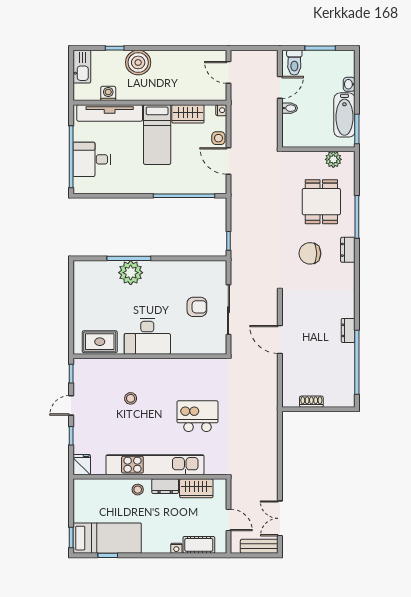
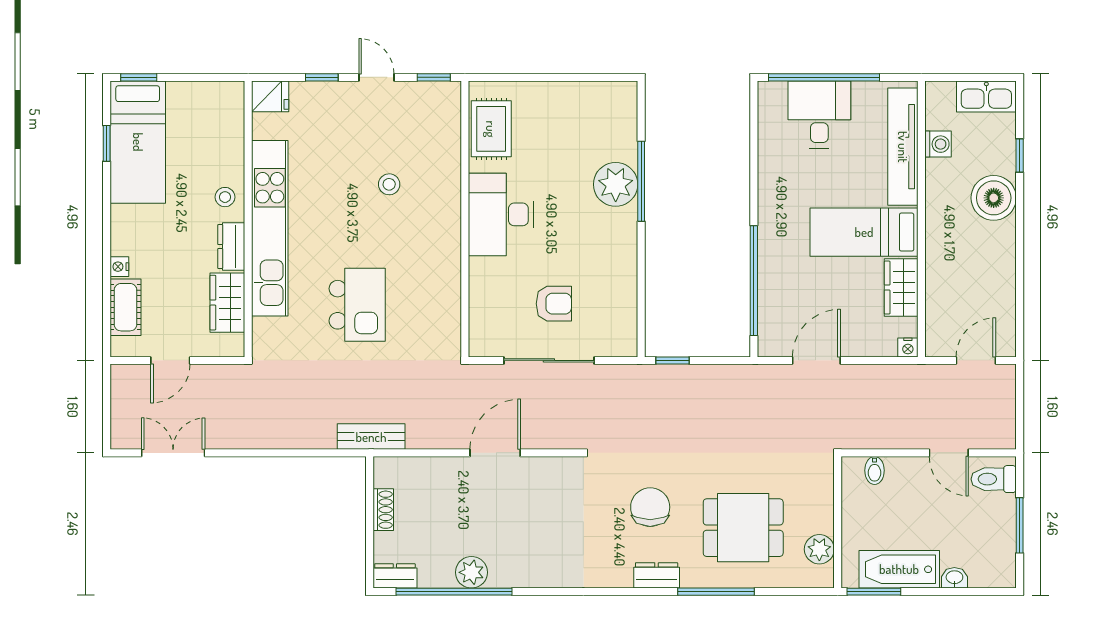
bidet: (290, 108) -> (875, 470), moved
side table: (218, 138) -> (858, 342), removed
armchair: (197, 307) -> (554, 304), turned -90
dresser: (348, 330) -> (395, 576), moved
plant: (346, 353) -> (471, 572), added
bench: (259, 546) -> (371, 437), moved, turned 90

